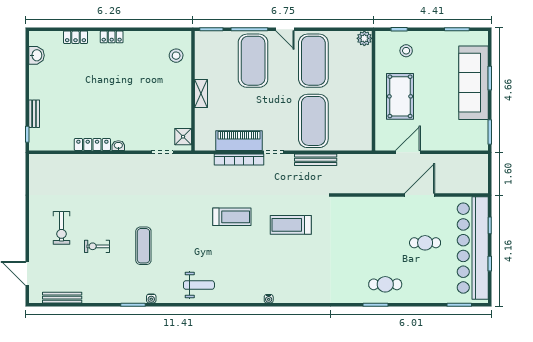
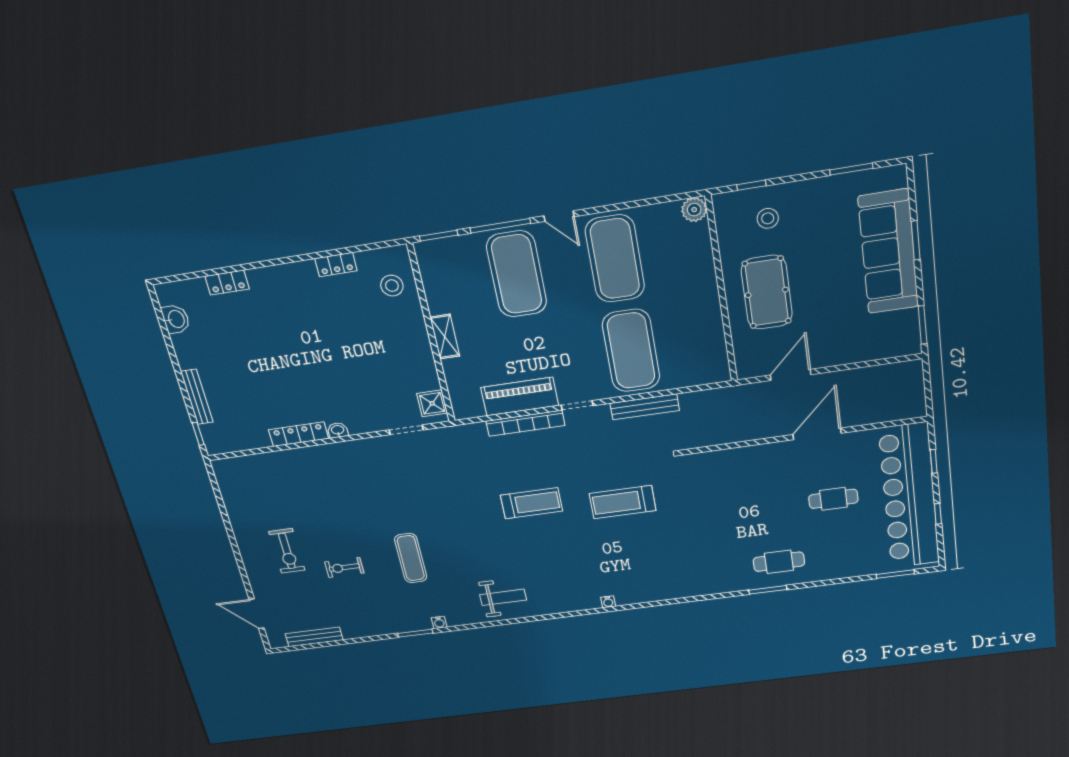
locker: (112, 37) -> (336, 265), moved
bench: (34, 114) -> (197, 397), width x1.36

